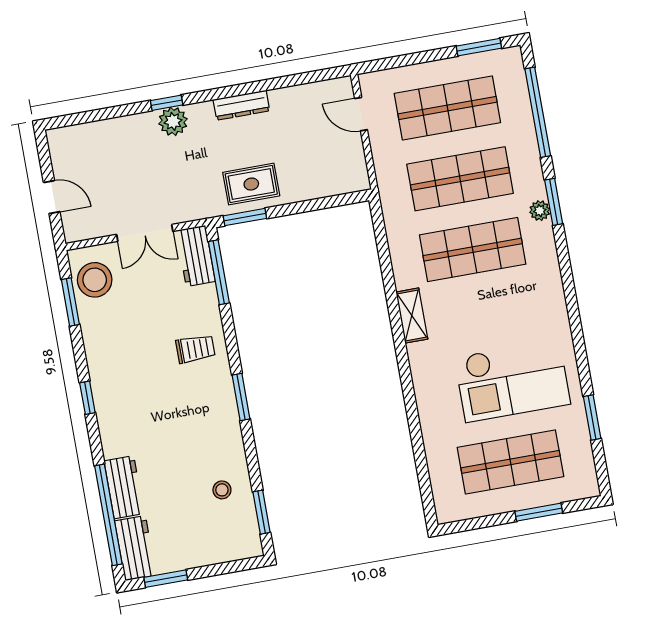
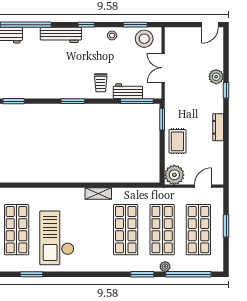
window: (479, 47) -> (226, 226), moved
plant: (173, 121) -> (216, 77), moved
plant: (349, 174) -> (174, 175), added
rug: (251, 184) -> (177, 141), moved
door: (52, 197) -> (210, 25), moved
plant: (540, 211) -> (165, 267), moved
workbench: (196, 256) -> (128, 91), moved
workbench: (124, 487) -> (61, 35), moved, width x1.38
stool: (222, 490) -> (112, 35), moved

